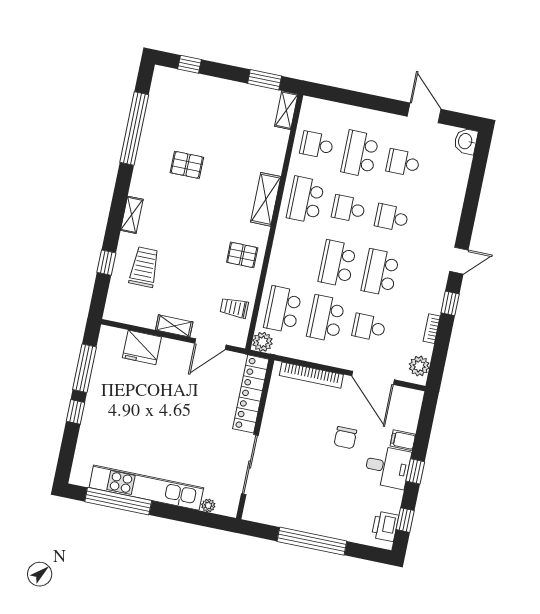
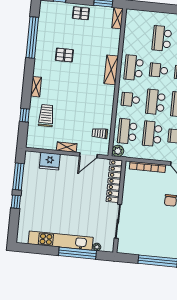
school desk: (317, 145) -> (131, 100), moved
pallet: (242, 255) -> (81, 13), moved
window: (118, 501) -> (77, 253), moved

